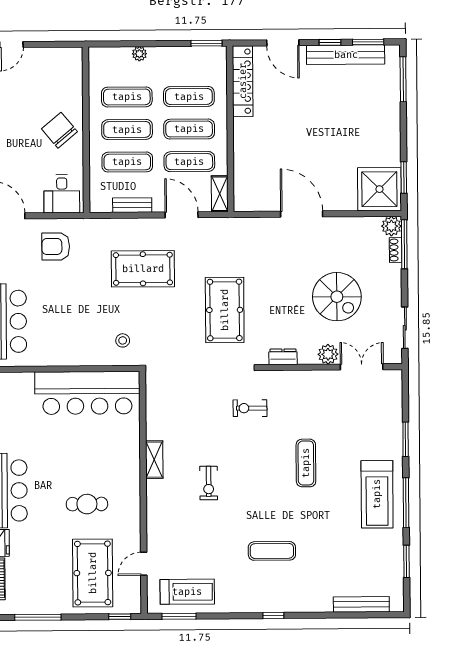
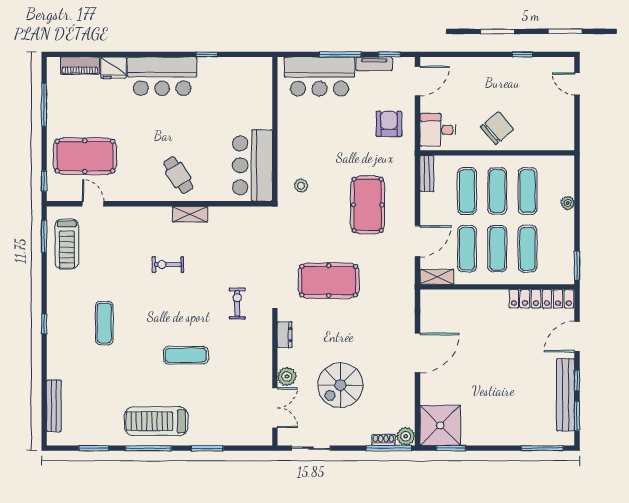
bench: (132, 205) -> (427, 173), moved
bar counter: (87, 393) -> (252, 165), width x0.73
cafe table: (87, 504) -> (178, 175), moved, turned -32

